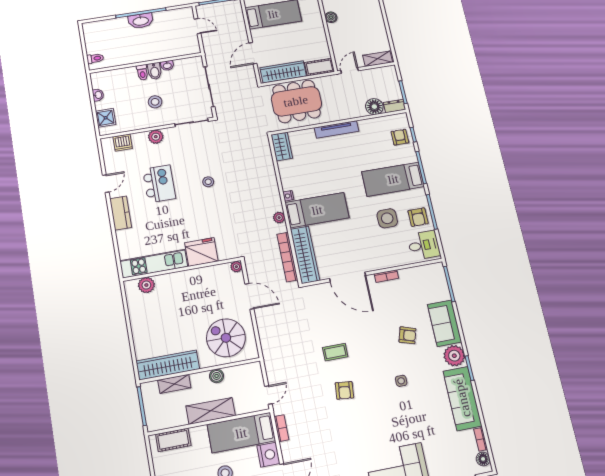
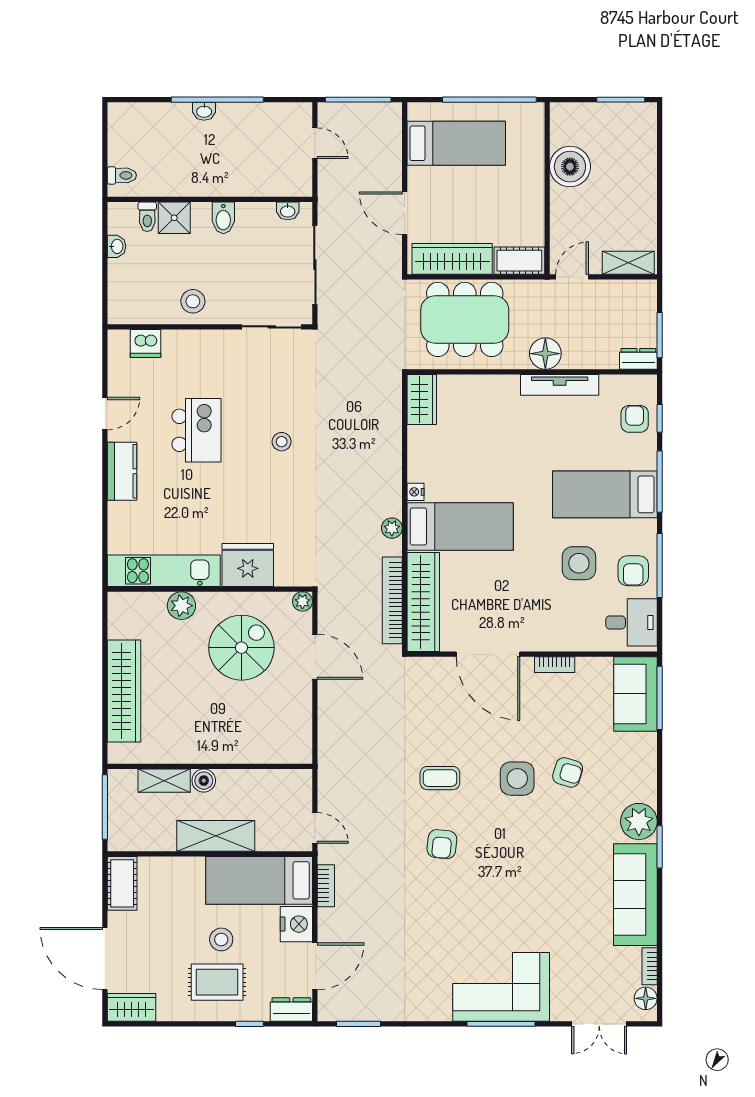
boiler: (331, 17) -> (570, 167), width x1.86, depth x1.86
washbasin: (141, 21) -> (204, 111), width x0.52, depth x0.69
door: (253, 53) -> (405, 213), hinge flipped
washbasin: (167, 65) -> (288, 211), moved
toilet: (142, 72) -> (147, 217), moved
stool: (155, 102) -> (193, 301), moved
floor lamp: (374, 107) -> (545, 354), moved
shower: (106, 118) -> (174, 218), moved
tv unit: (337, 129) -> (560, 385), moved
plant: (156, 137) -> (205, 343), removed
plant: (146, 285) -> (181, 606), moved
sofa: (445, 323) -> (635, 694), moved
spiral stairs: (226, 338) -> (241, 648), moved, turned 90
wardrobe: (168, 365) -> (124, 691), moved, turned 90
boiler: (217, 376) -> (204, 781), moved
side table: (401, 381) -> (517, 779), moved, width x1.87, depth x1.87
door: (268, 395) -> (315, 828), hinge flipped
cot: (173, 440) -> (122, 883), moved, turned 90

